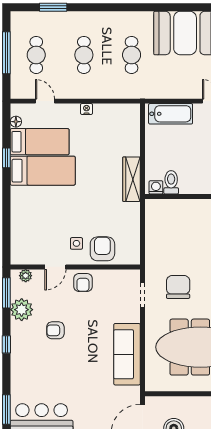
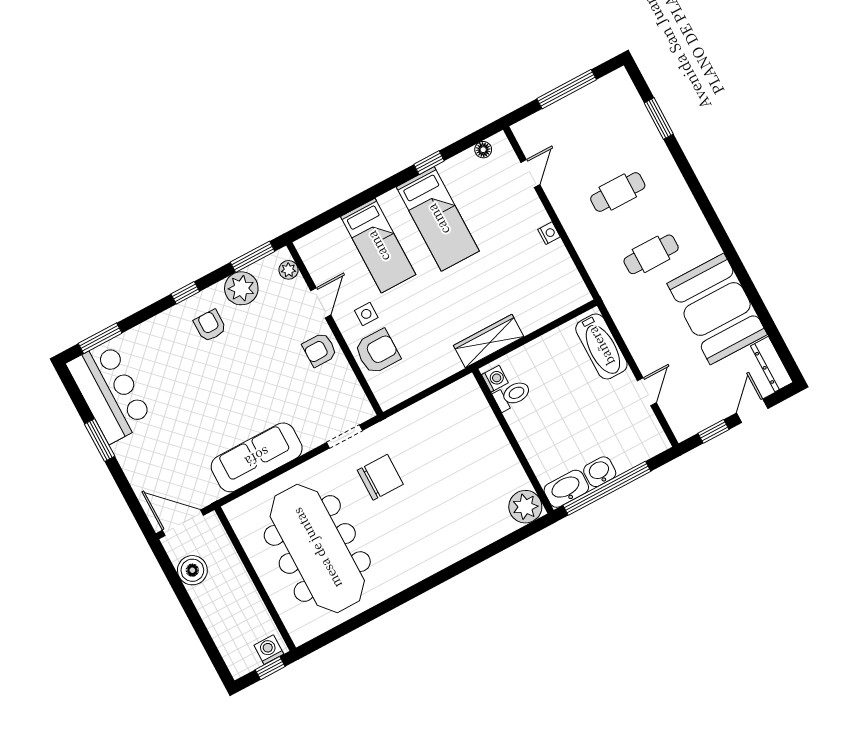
cafe table: (36, 55) -> (585, 130), removed
bed: (40, 142) -> (378, 246), moved
door: (55, 267) -> (321, 303), swing flipped
armchair: (55, 330) -> (210, 326), moved

